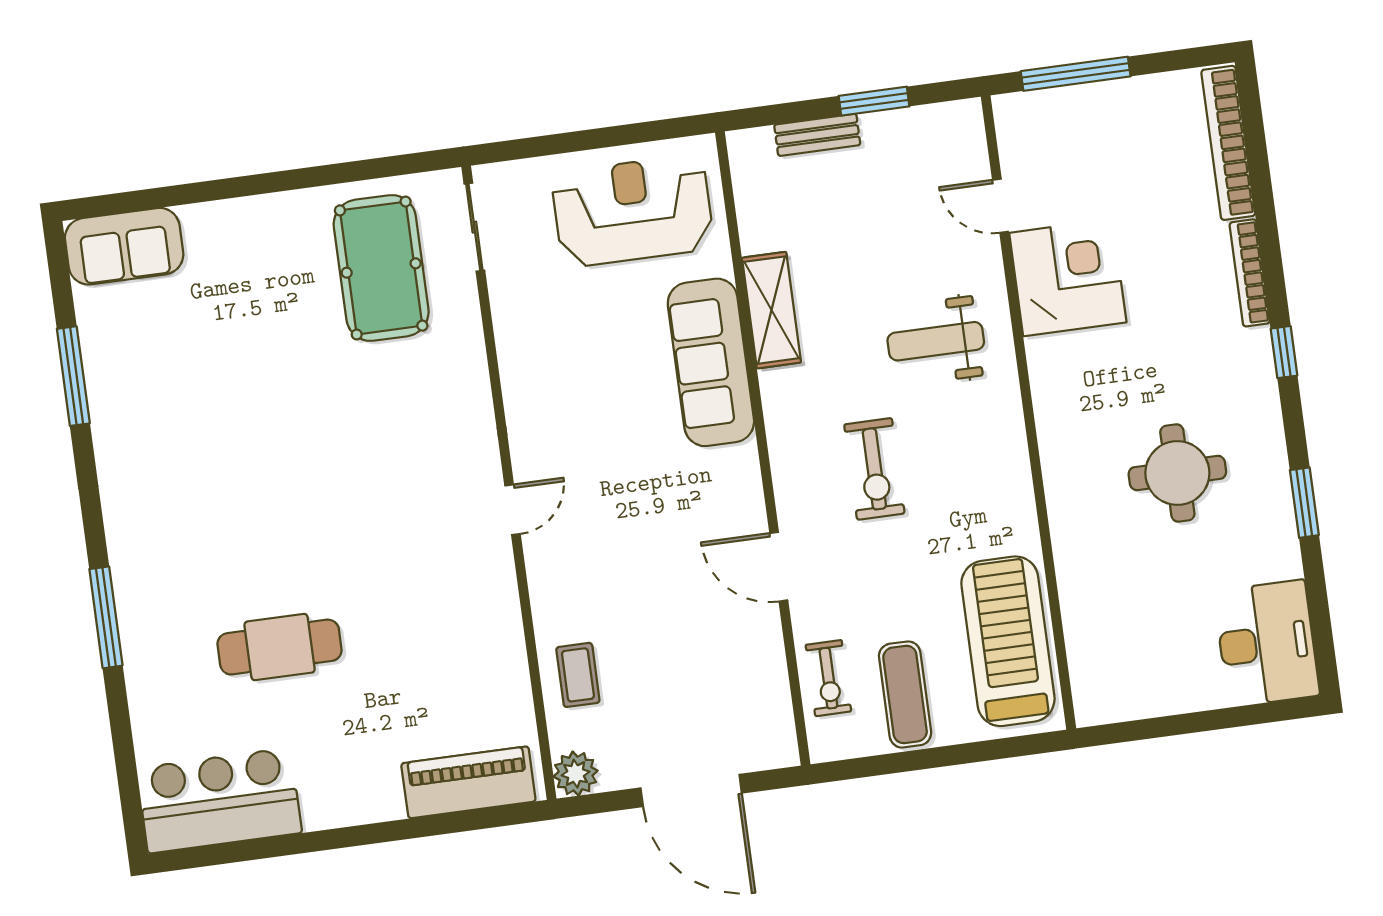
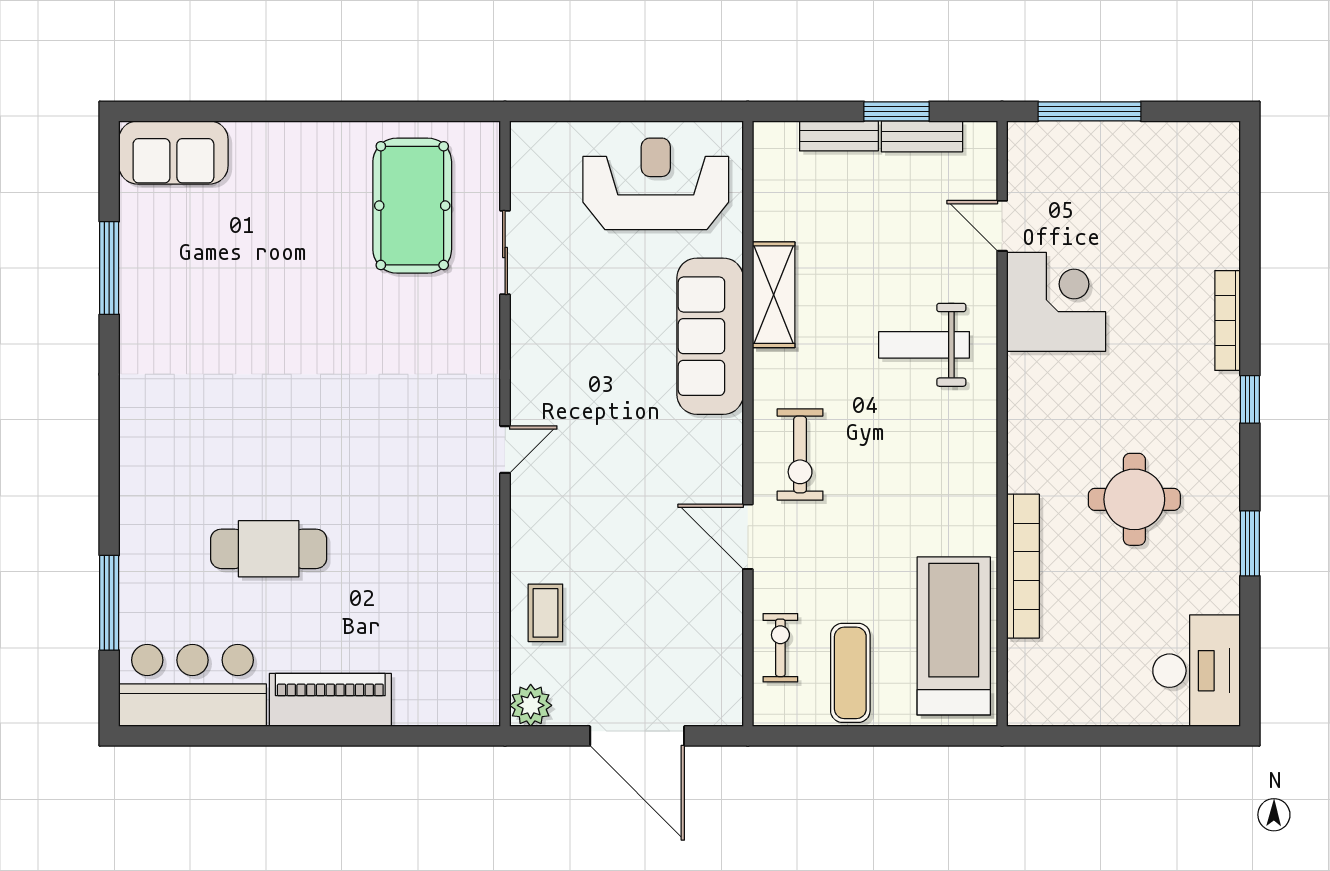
bench: (904, 124) -> (922, 136), added
bookcase: (1228, 143) -> (1023, 566), moved, turned 180
sliding door: (474, 227) -> (505, 253), moved
exercise bike: (874, 469) -> (800, 454), moved
window: (106, 617) -> (109, 603), moved
exercise bike: (828, 678) -> (780, 648), turned 180
piano: (468, 782) -> (330, 700), moved

